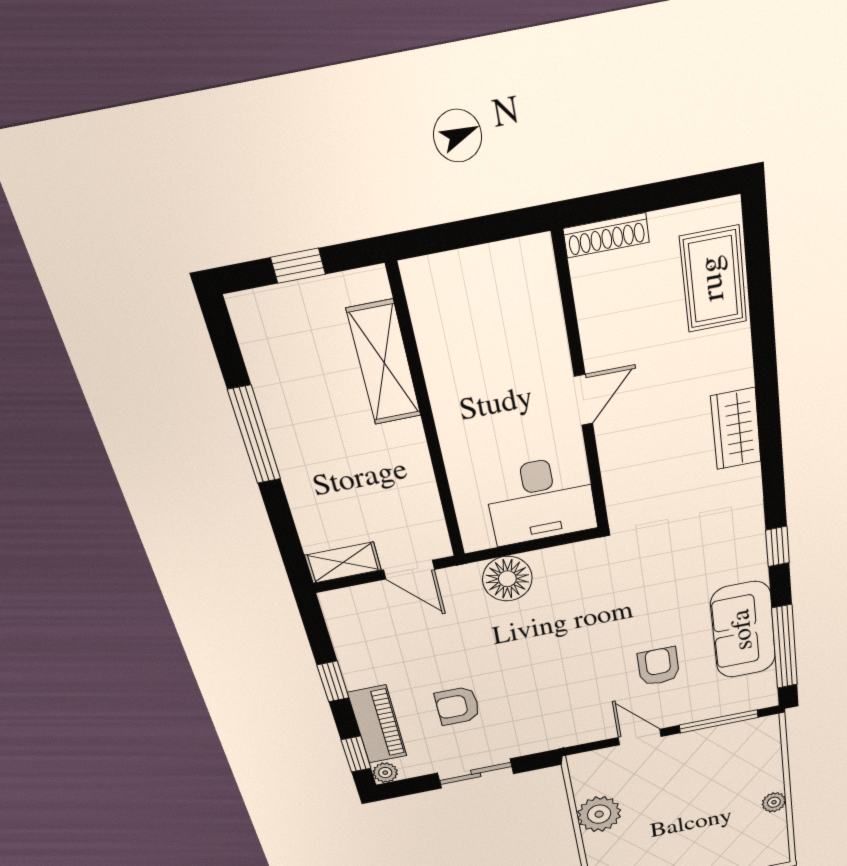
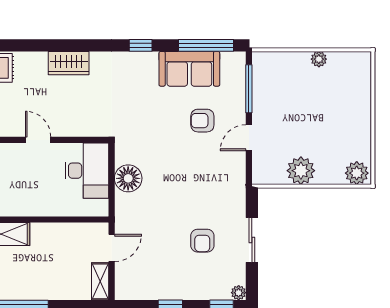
floor lamp: (507, 579) -> (128, 178), moved
piano: (377, 724) -> (204, 289), removed

